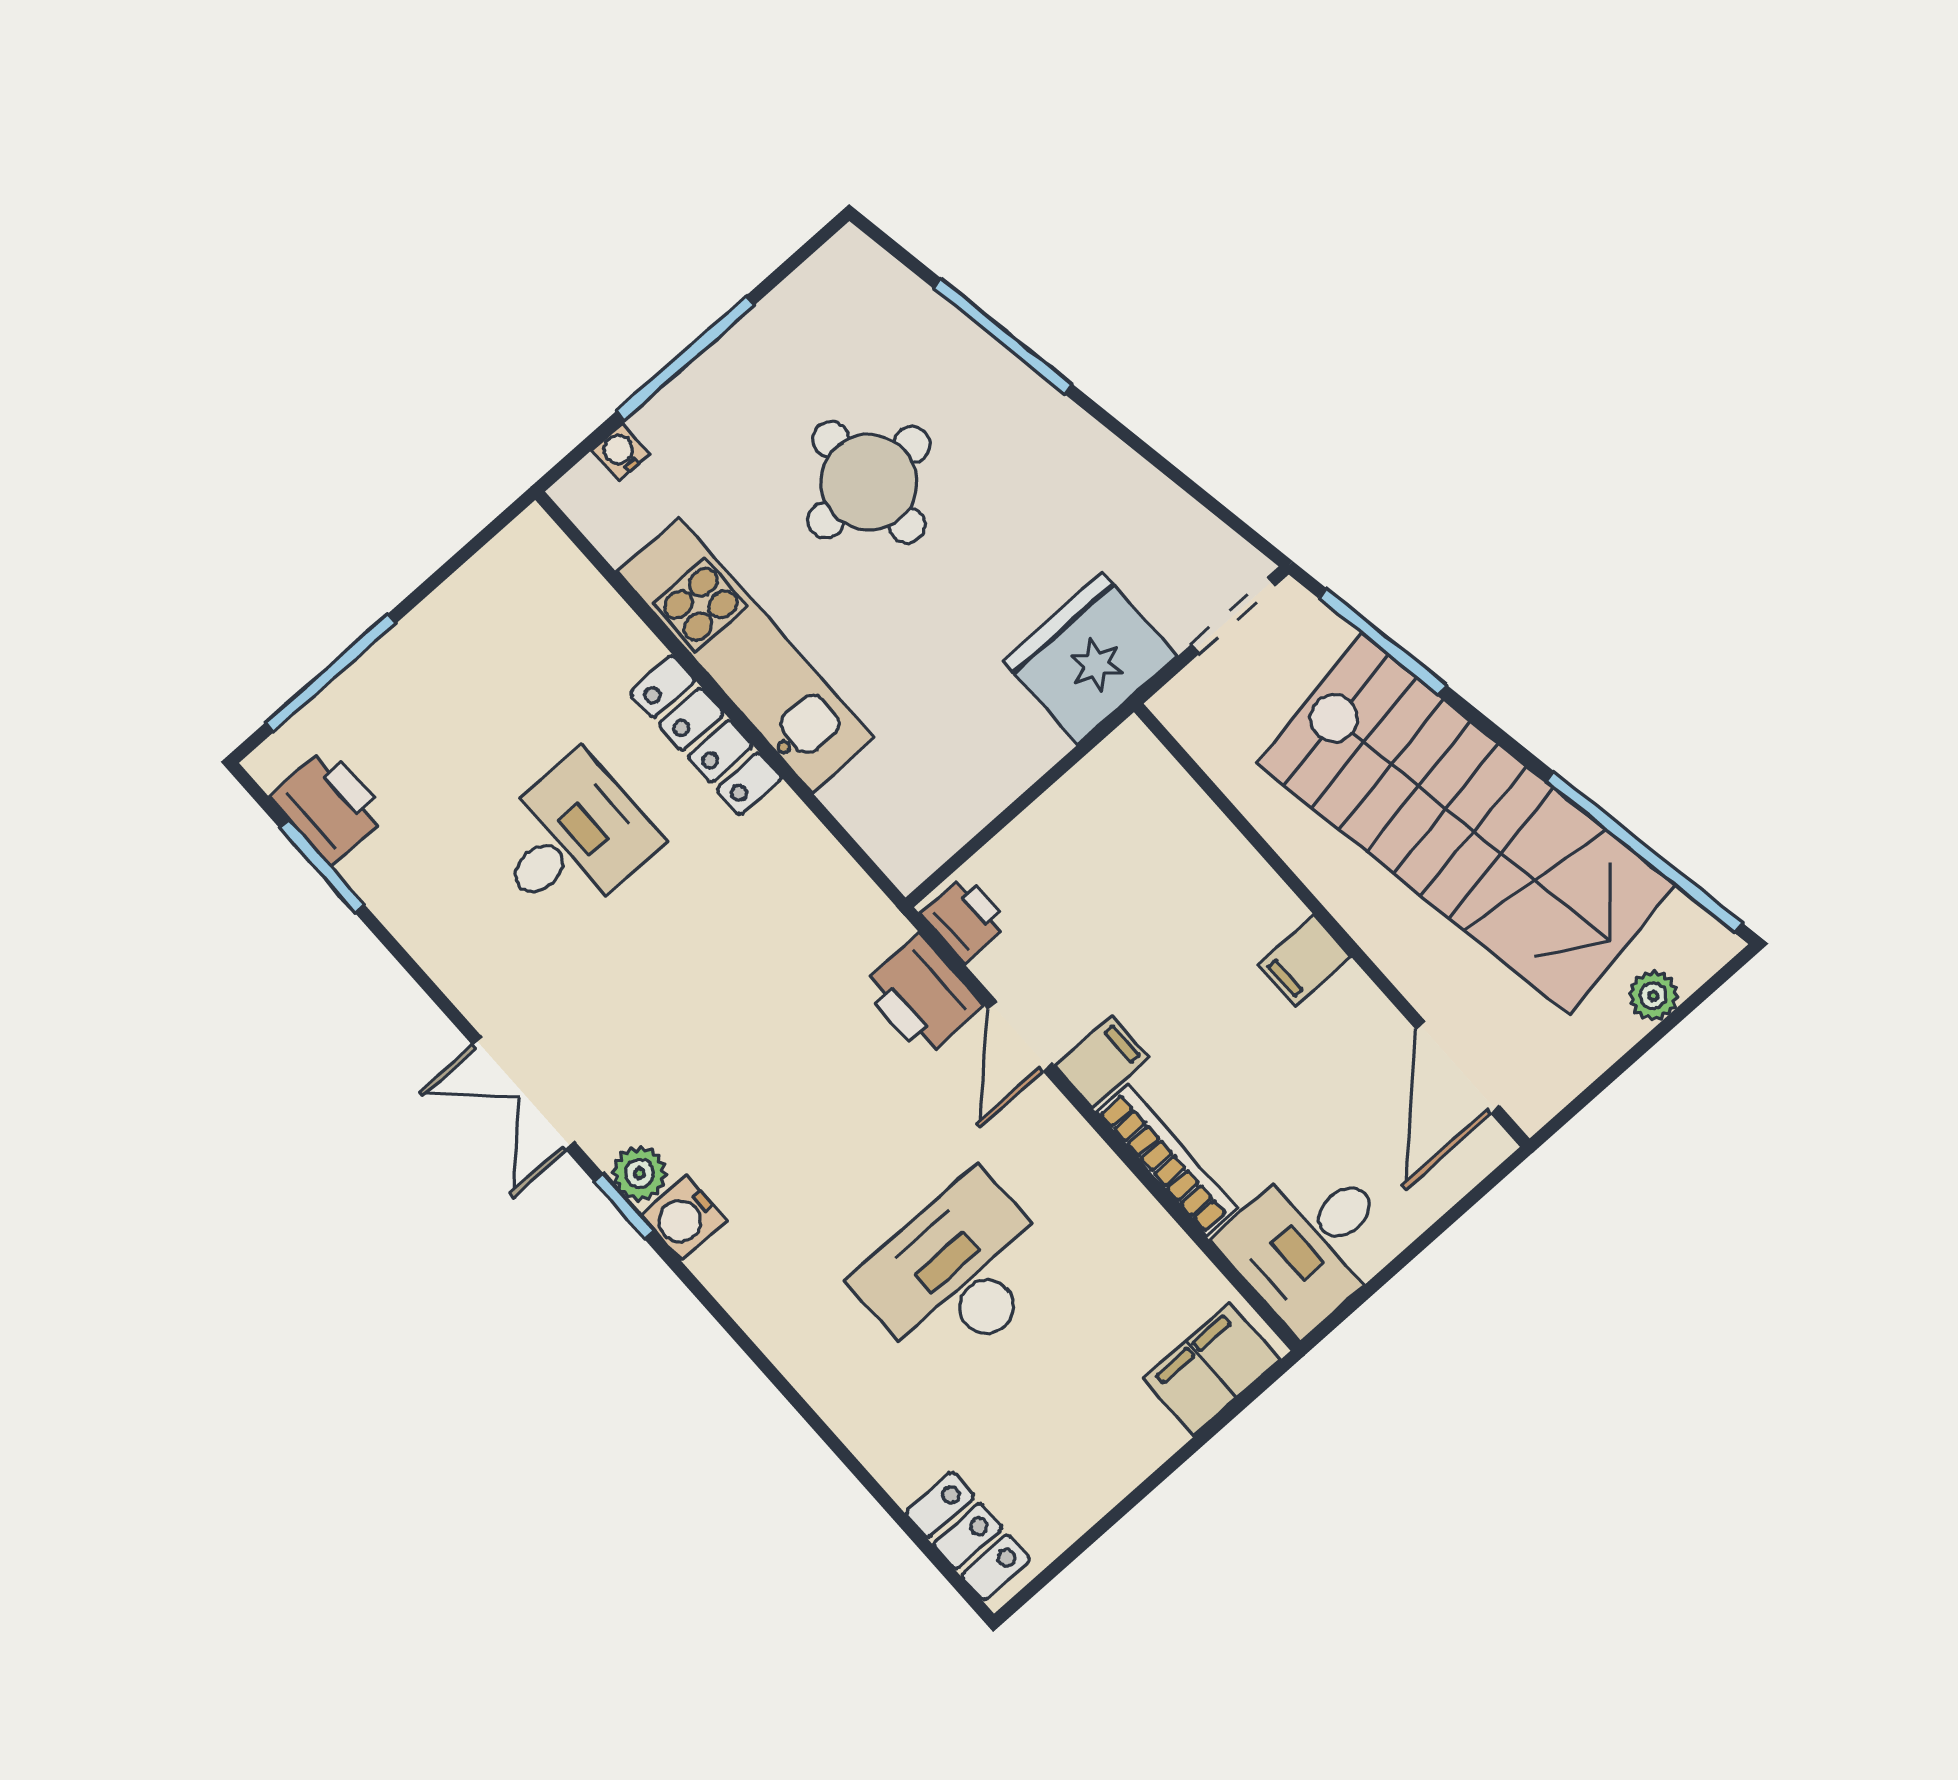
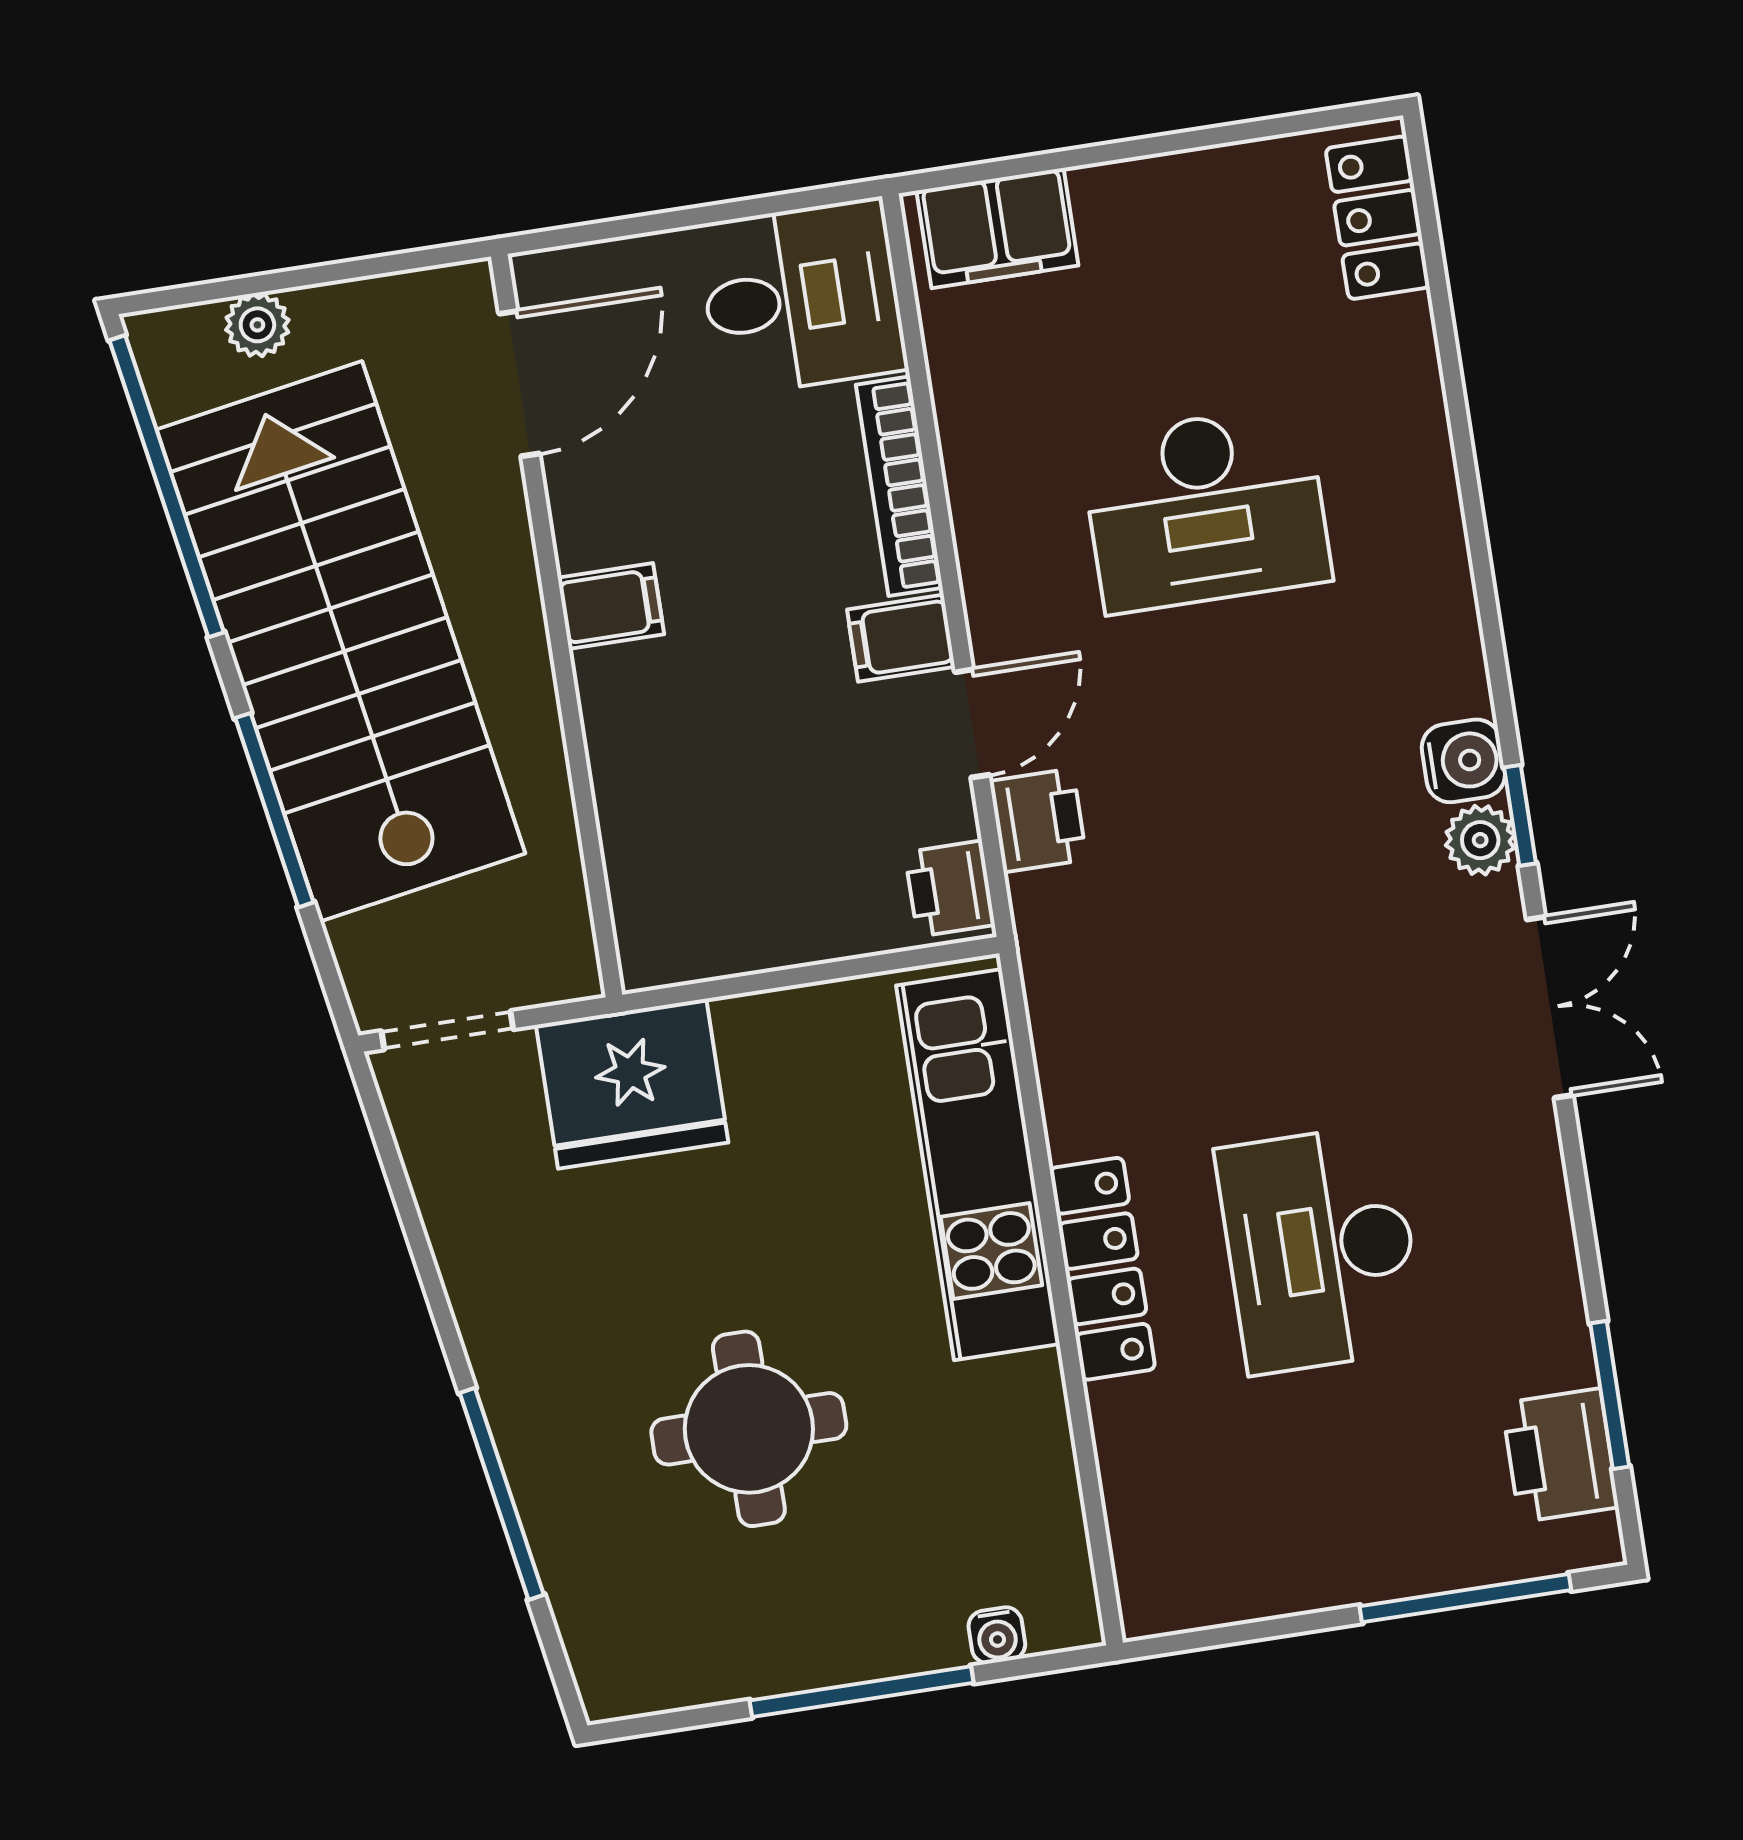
window: (1382, 641) -> (274, 810), moved
kitchen unit: (746, 655) -> (978, 1165), moved
desk: (572, 840) -> (1320, 1249), width x1.37
printer: (921, 996) -> (1038, 820), width x0.73, depth x0.81

